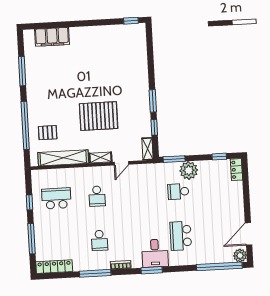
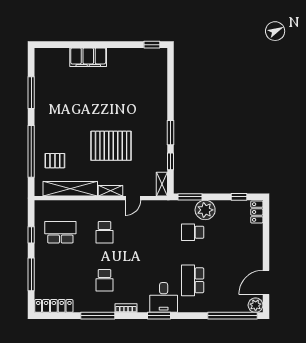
filing cabinet: (52, 37) -> (88, 57), moved

